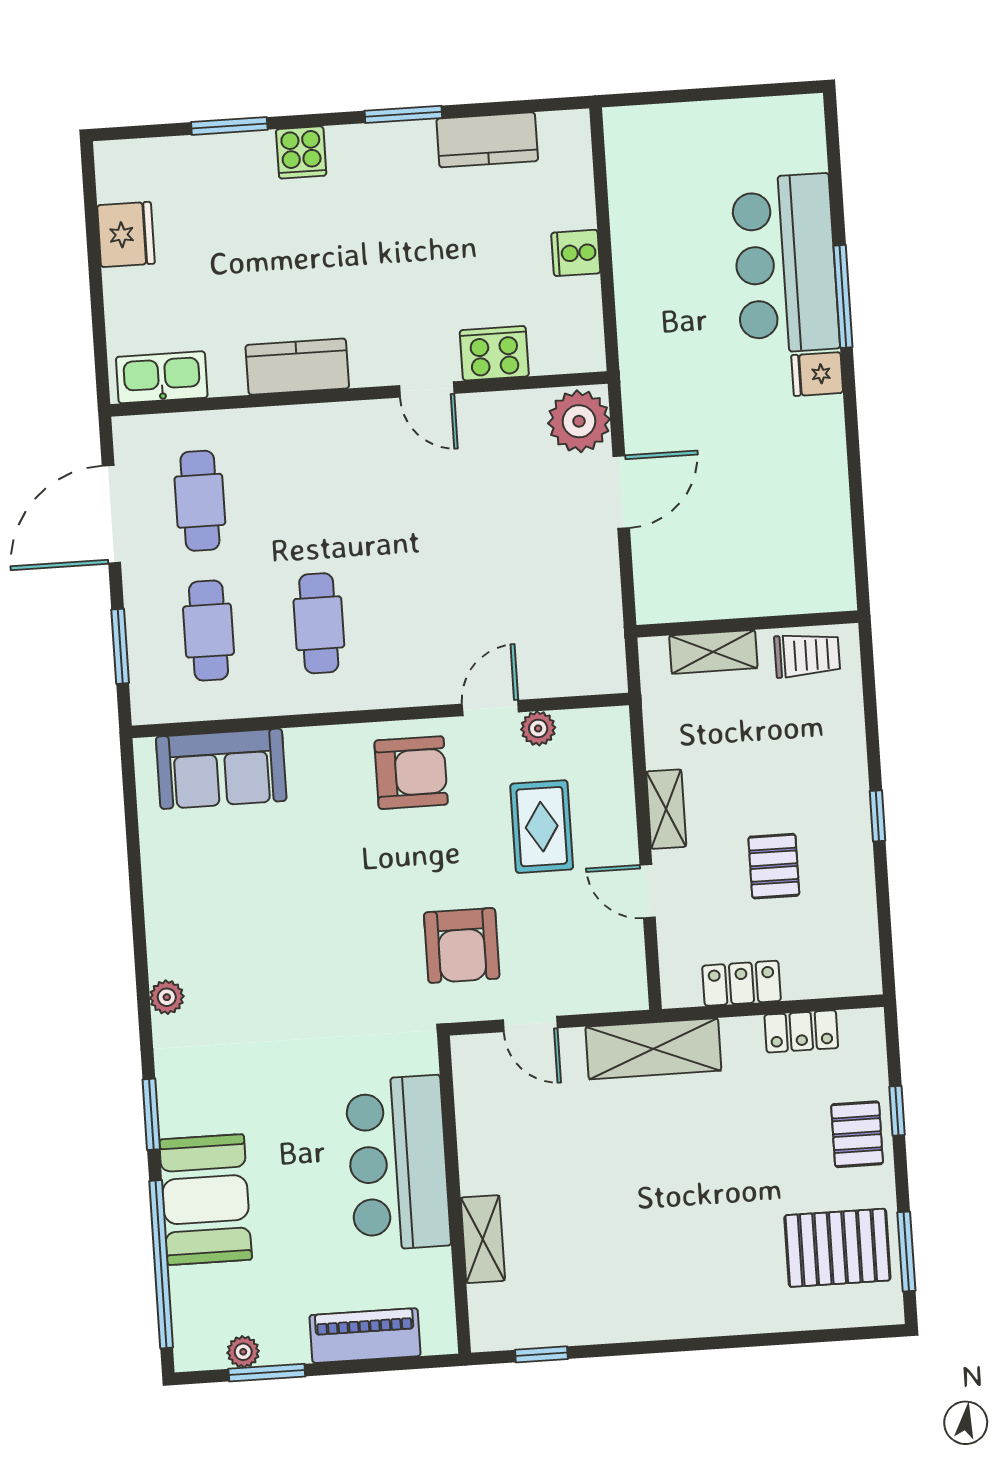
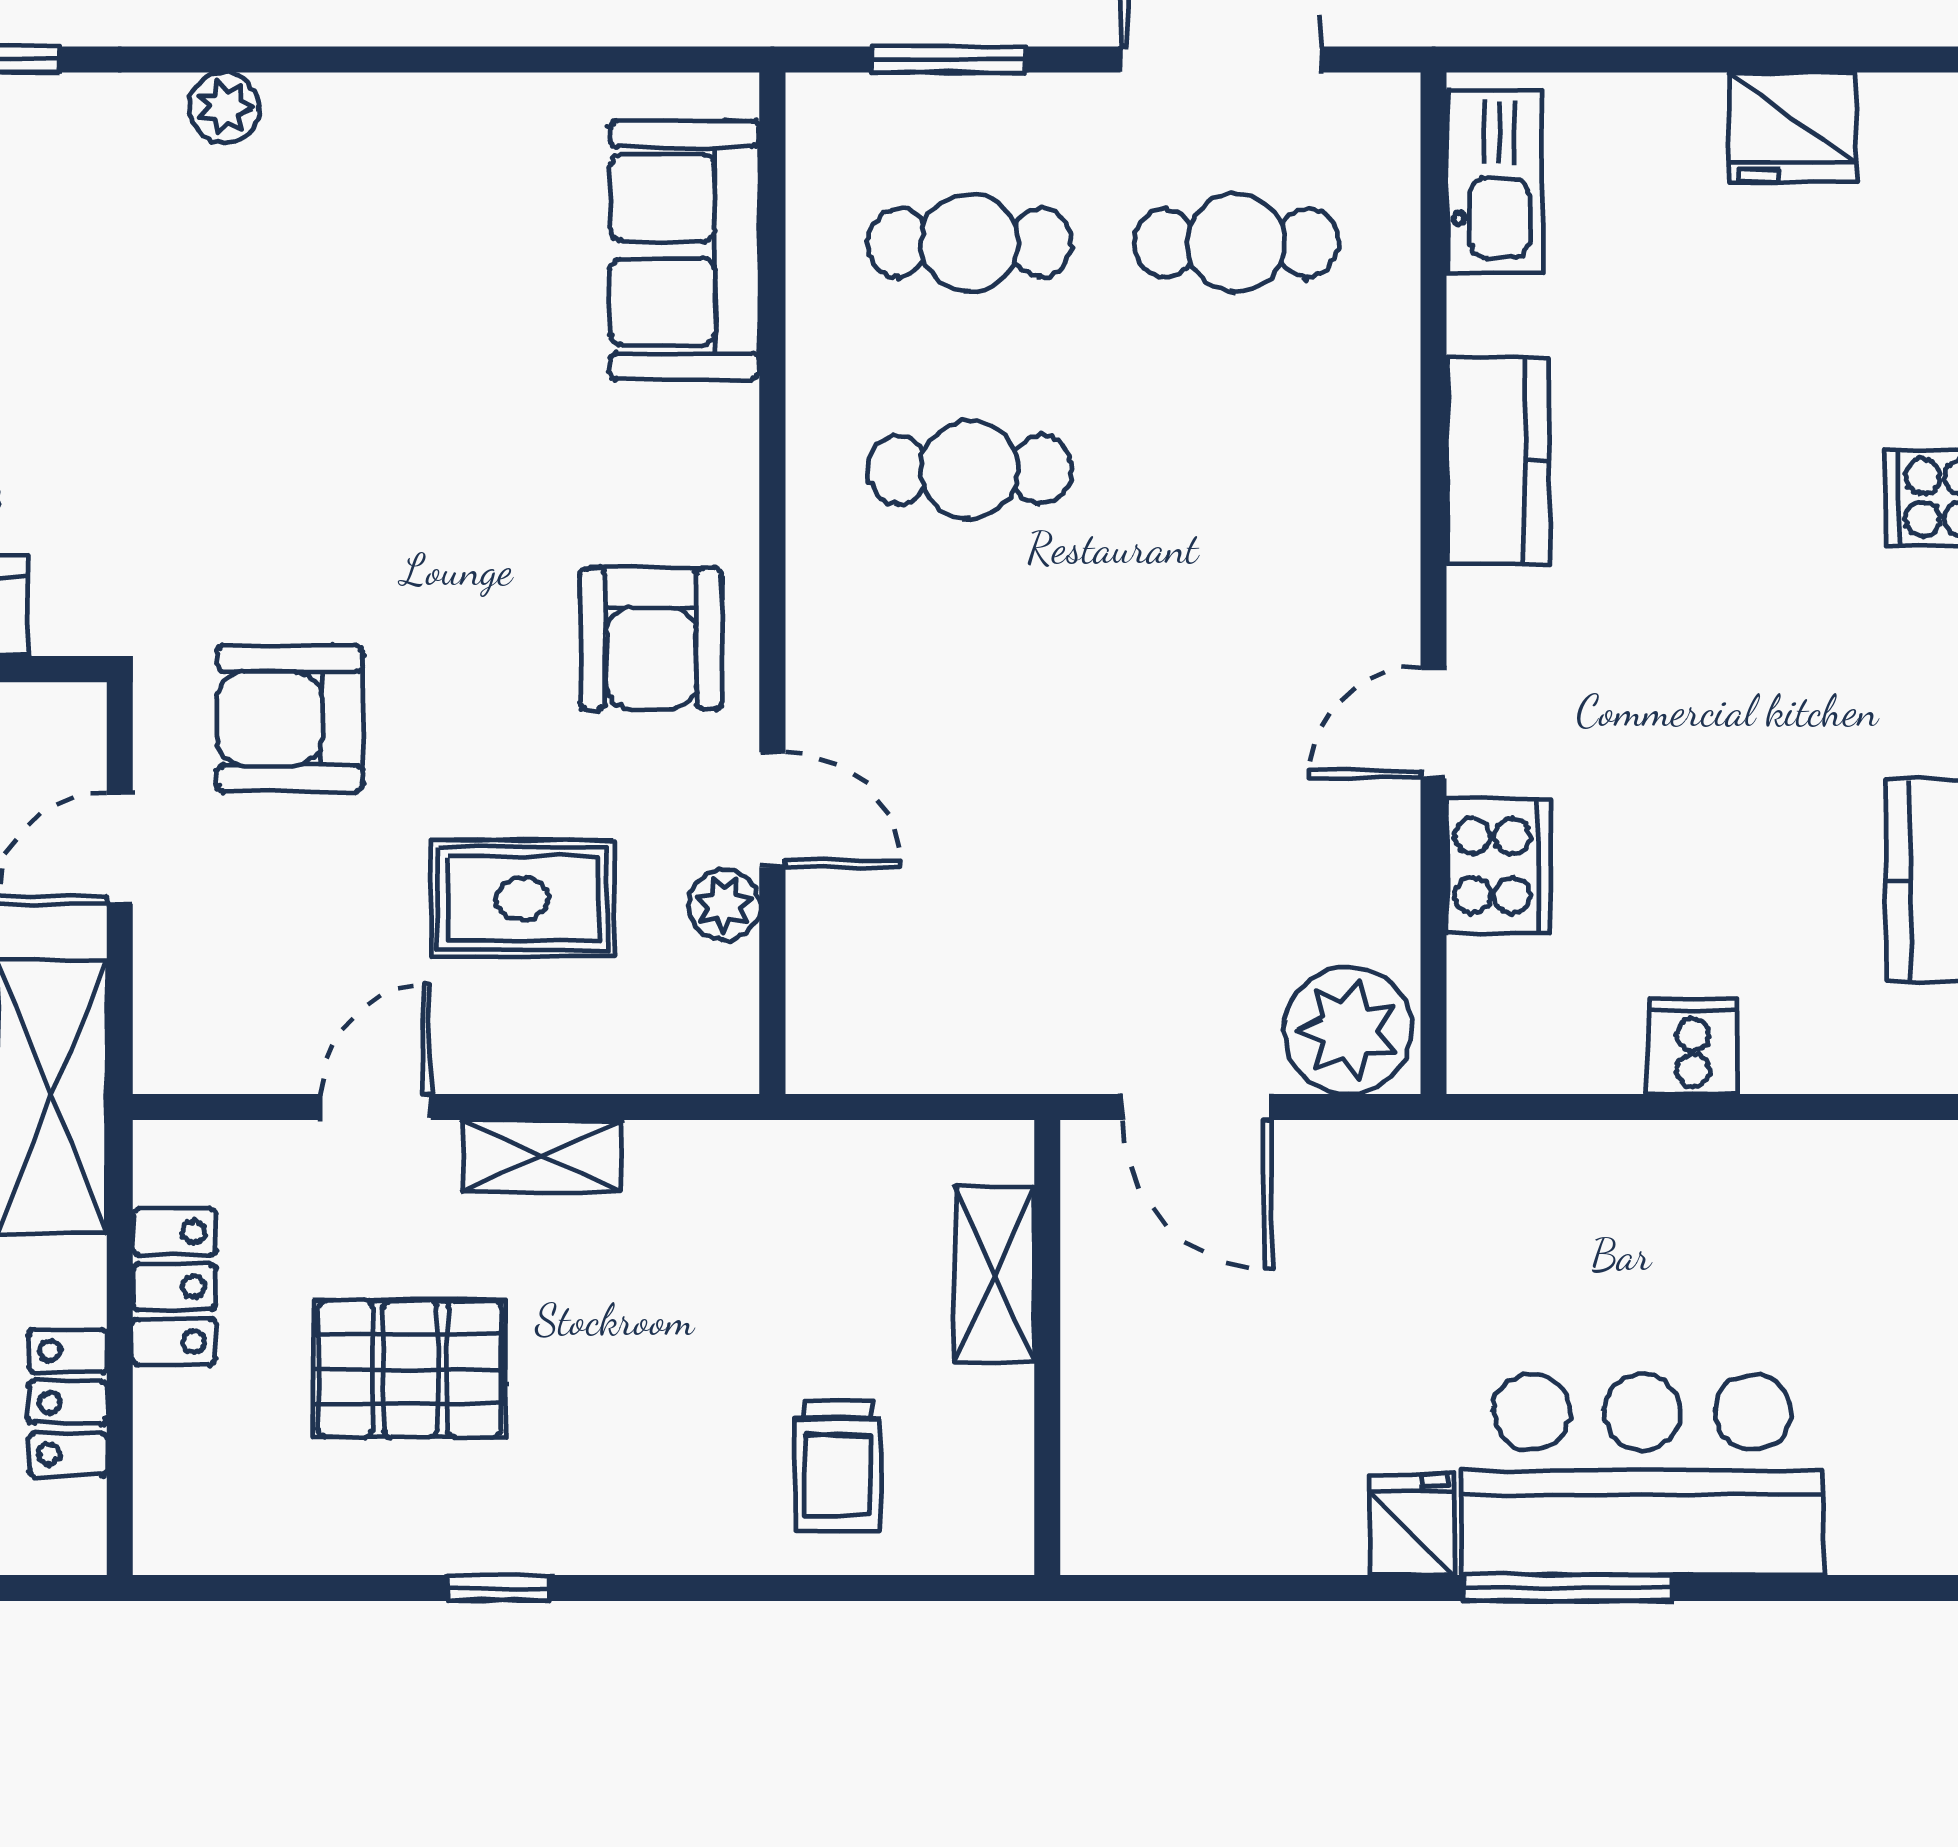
wall: (747, 624) -> (1047, 1348), moved
shelving: (713, 652) -> (995, 1274), moved
pallet: (774, 866) -> (410, 1369), width x1.50, depth x1.42

